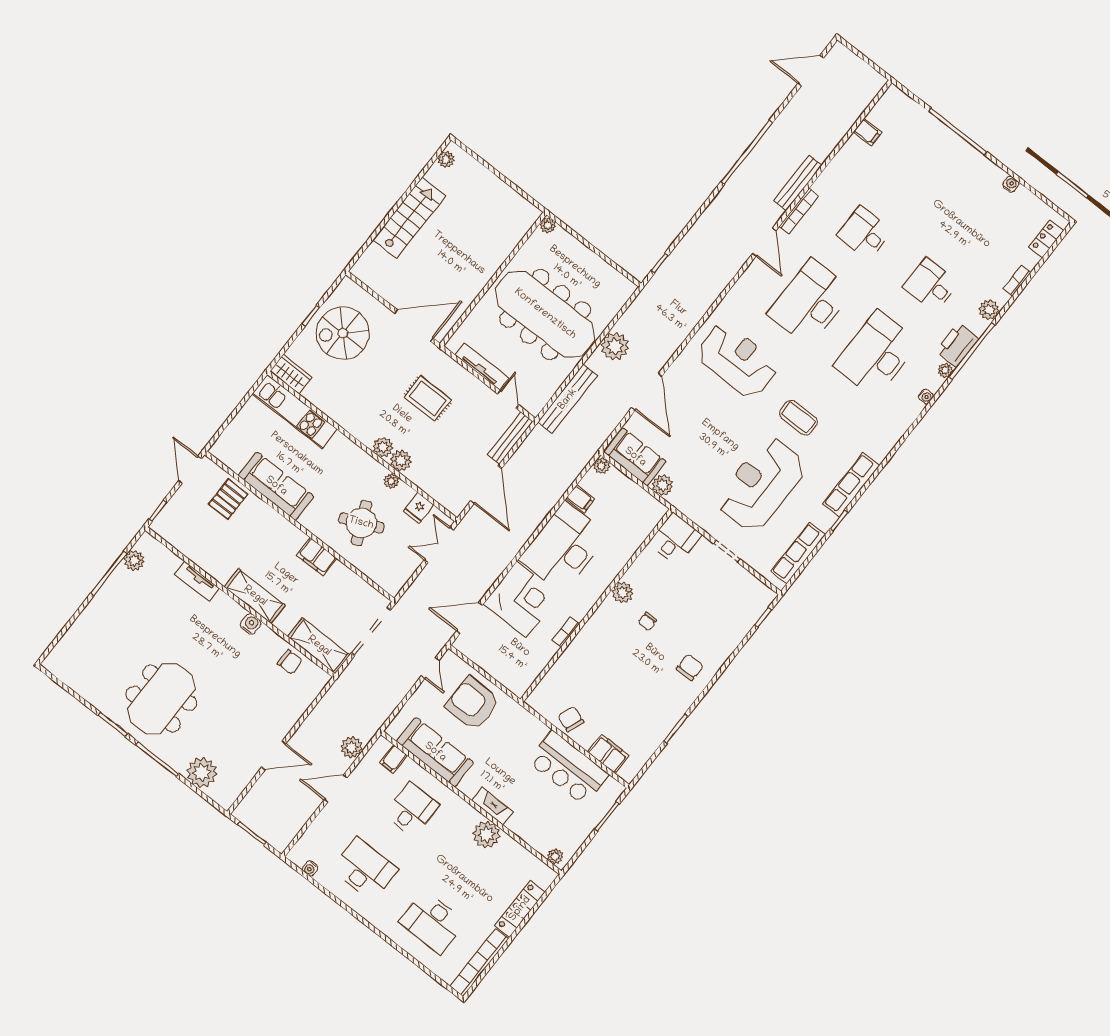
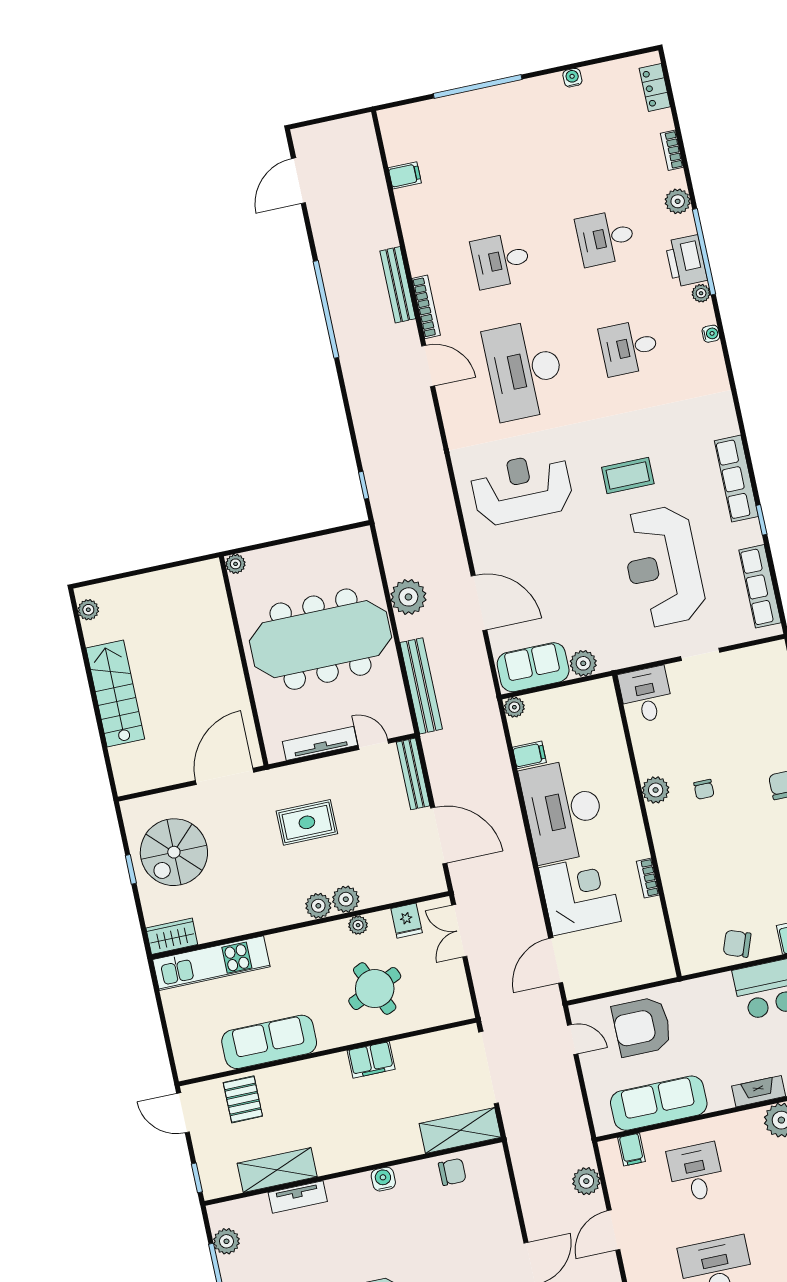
desk: (876, 354) -> (629, 348), width x0.53, depth x0.77
shelving: (255, 596) -> (277, 1170), moved

